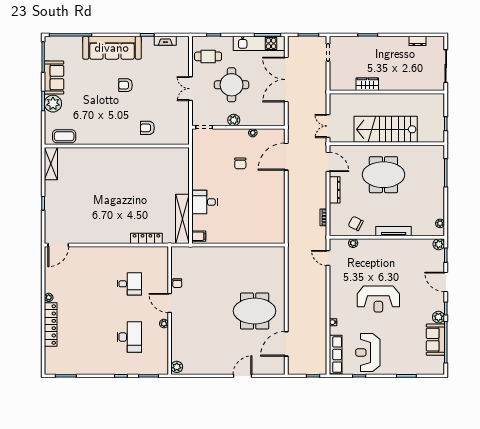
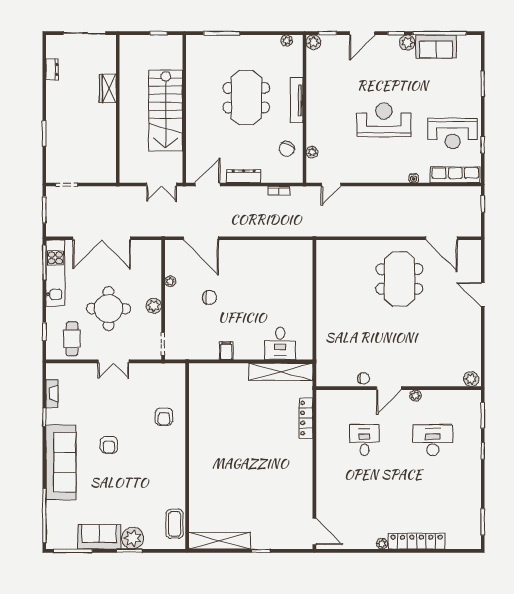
wardrobe: (367, 84) -> (108, 89), moved
shelving: (51, 164) -> (220, 541), width x1.47
meeting table: (383, 175) -> (246, 98), moved
desk: (205, 202) -> (280, 343), moved
filing cabinet: (199, 236) -> (226, 351), moved
reception desk: (378, 299) -> (384, 120), turned -90

